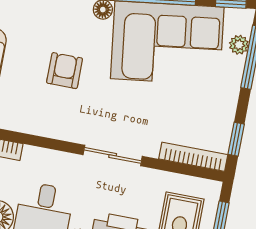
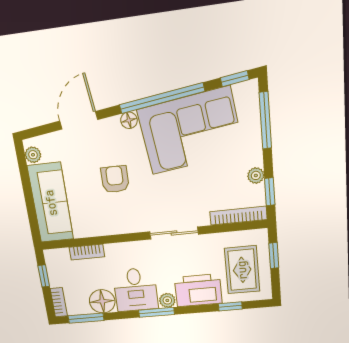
plant: (239, 45) -> (256, 175), moved

